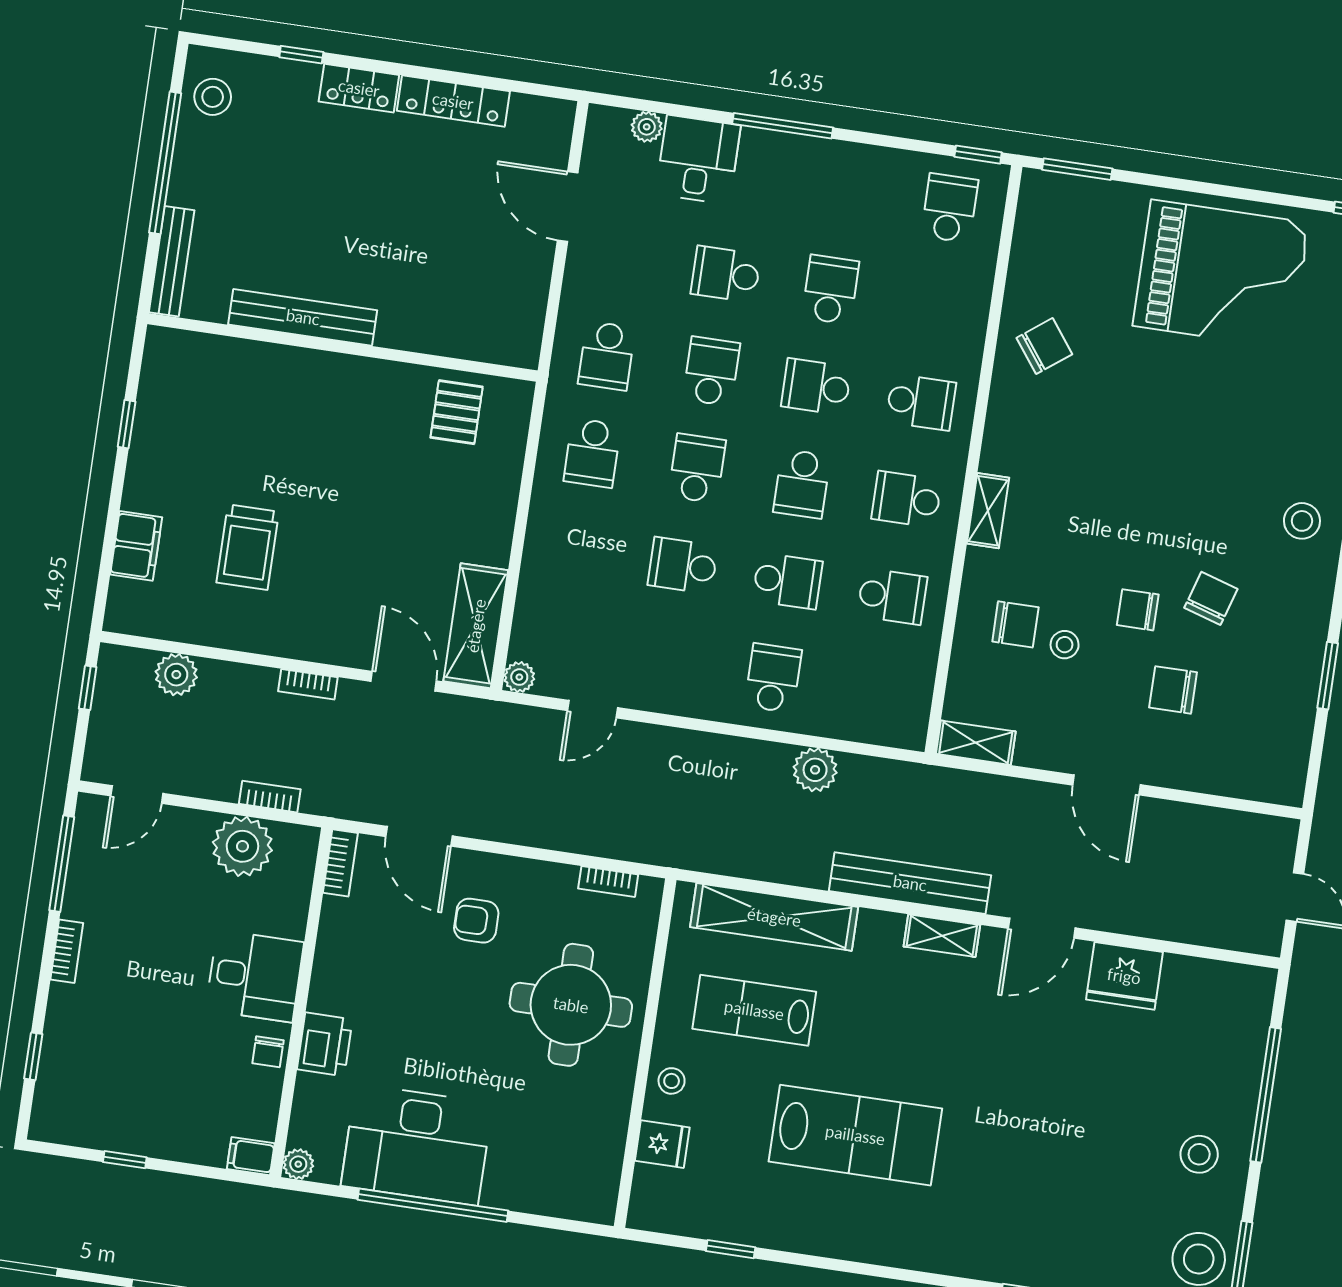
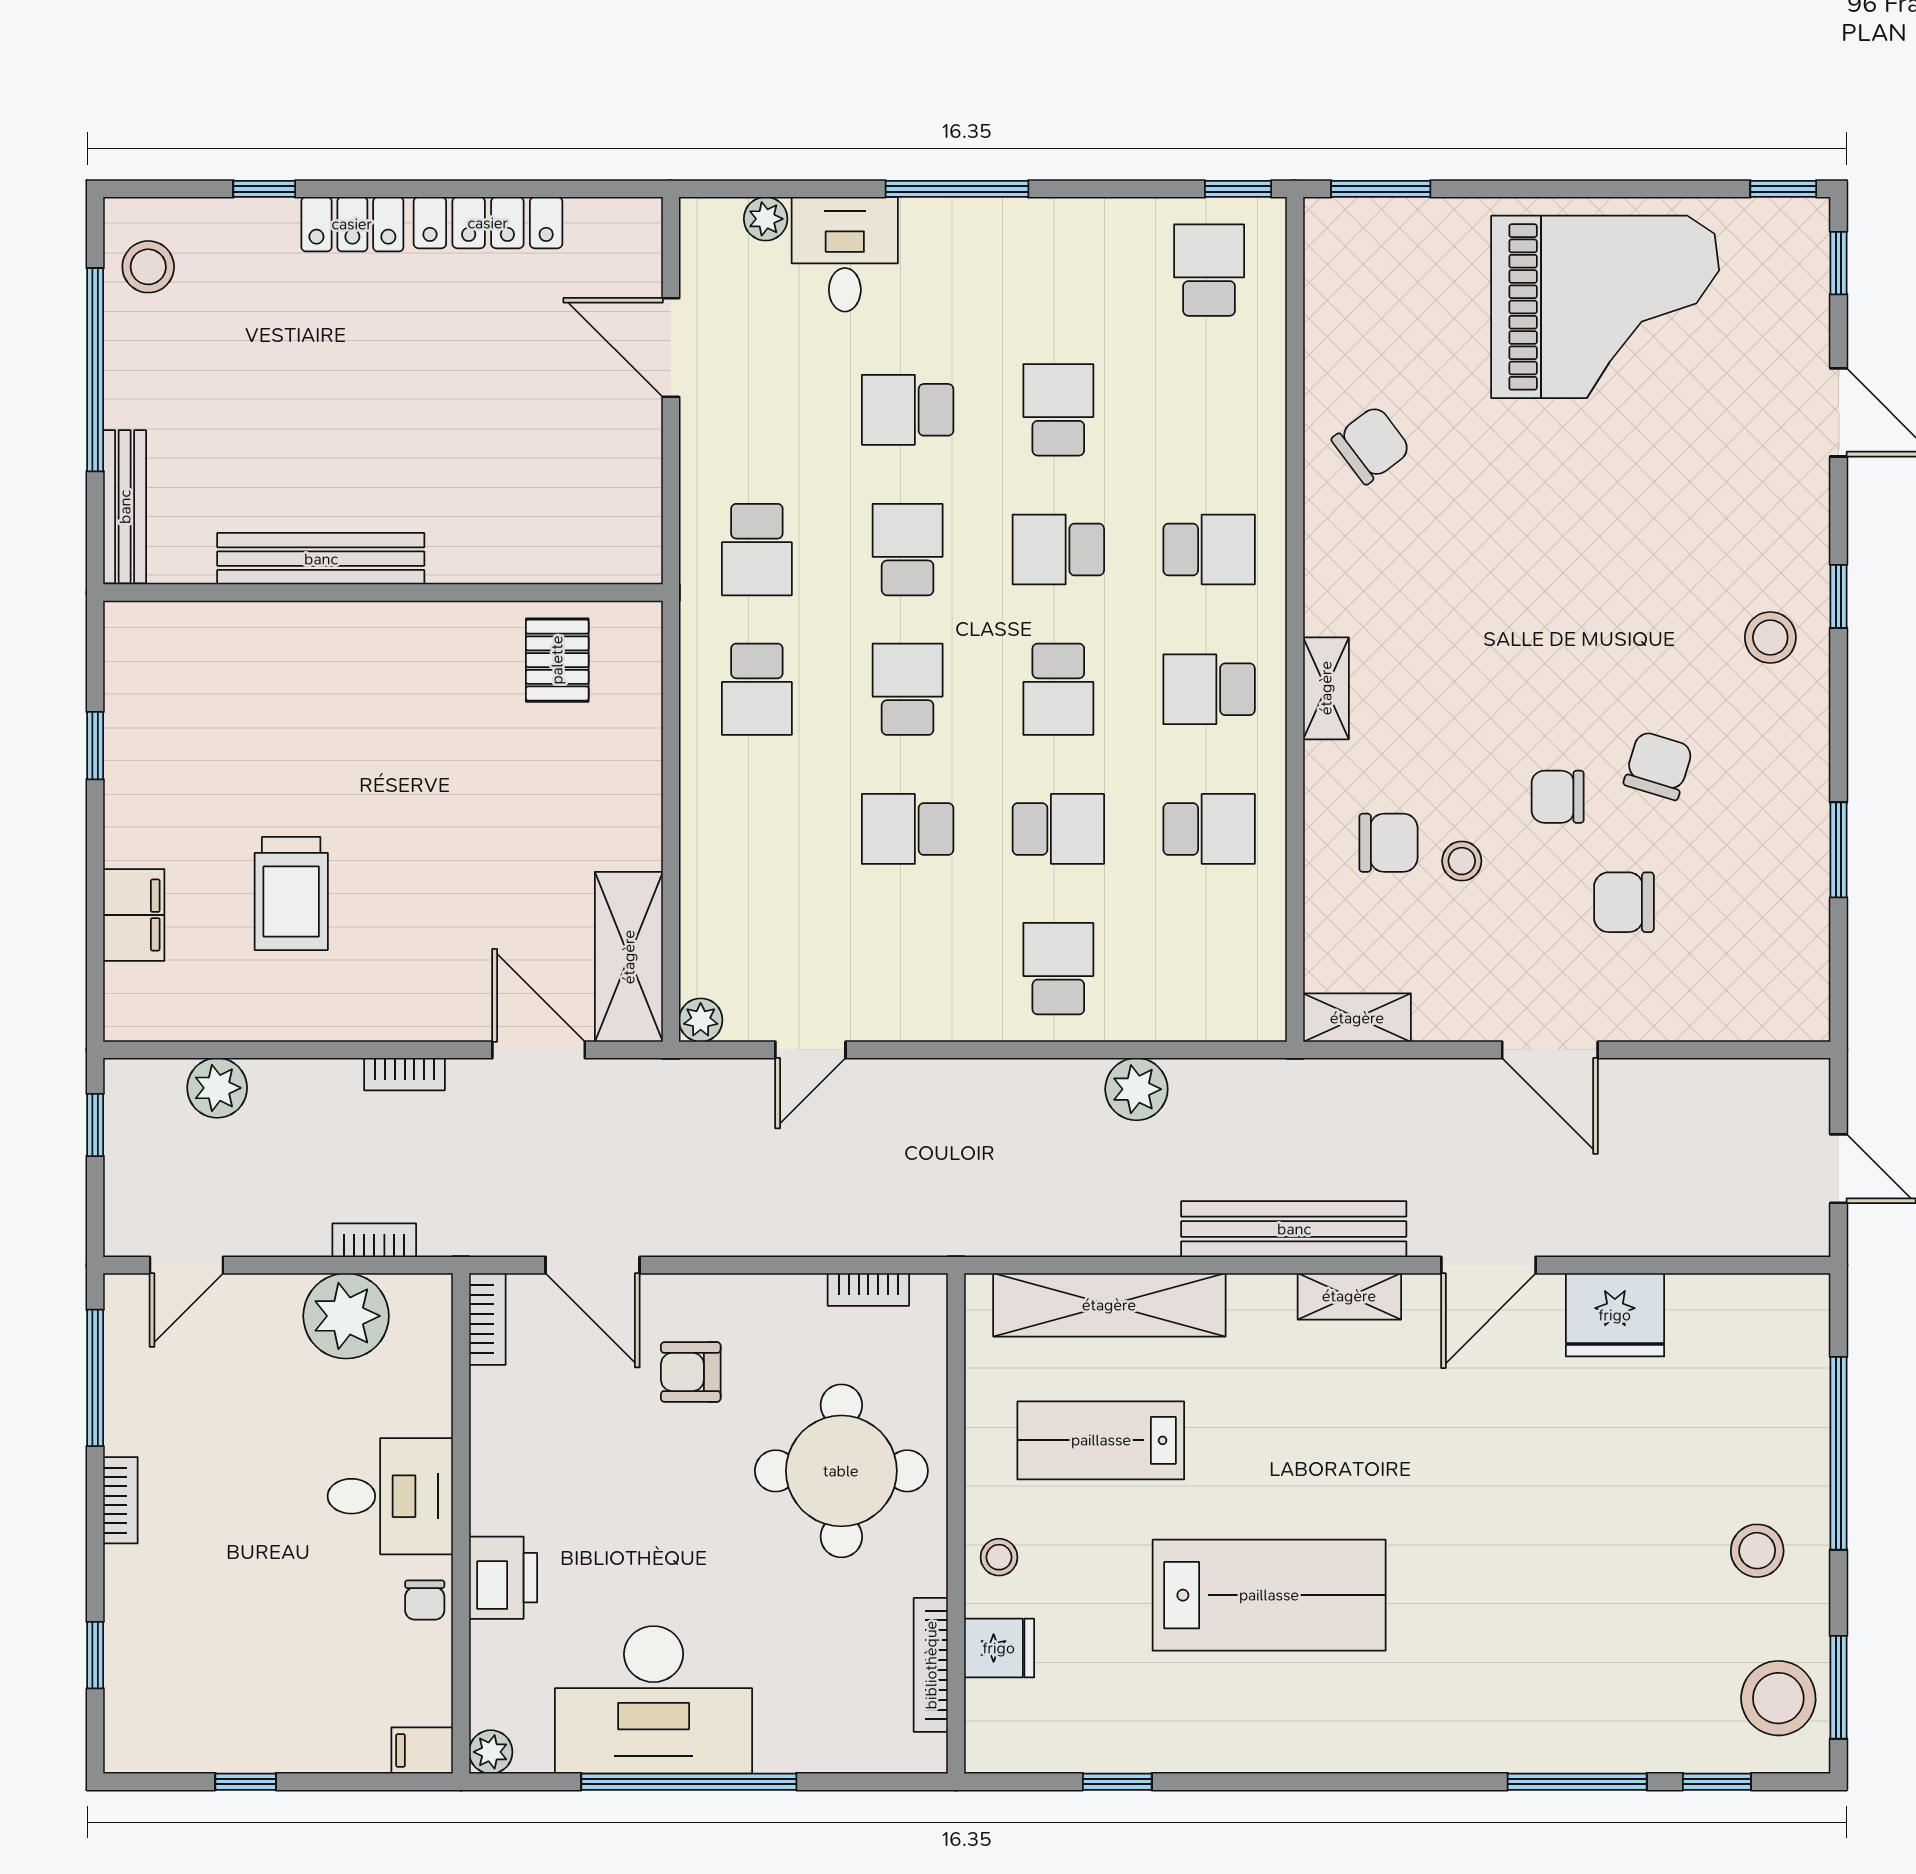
bookcase: (613, 1149) -> (931, 1665), added

